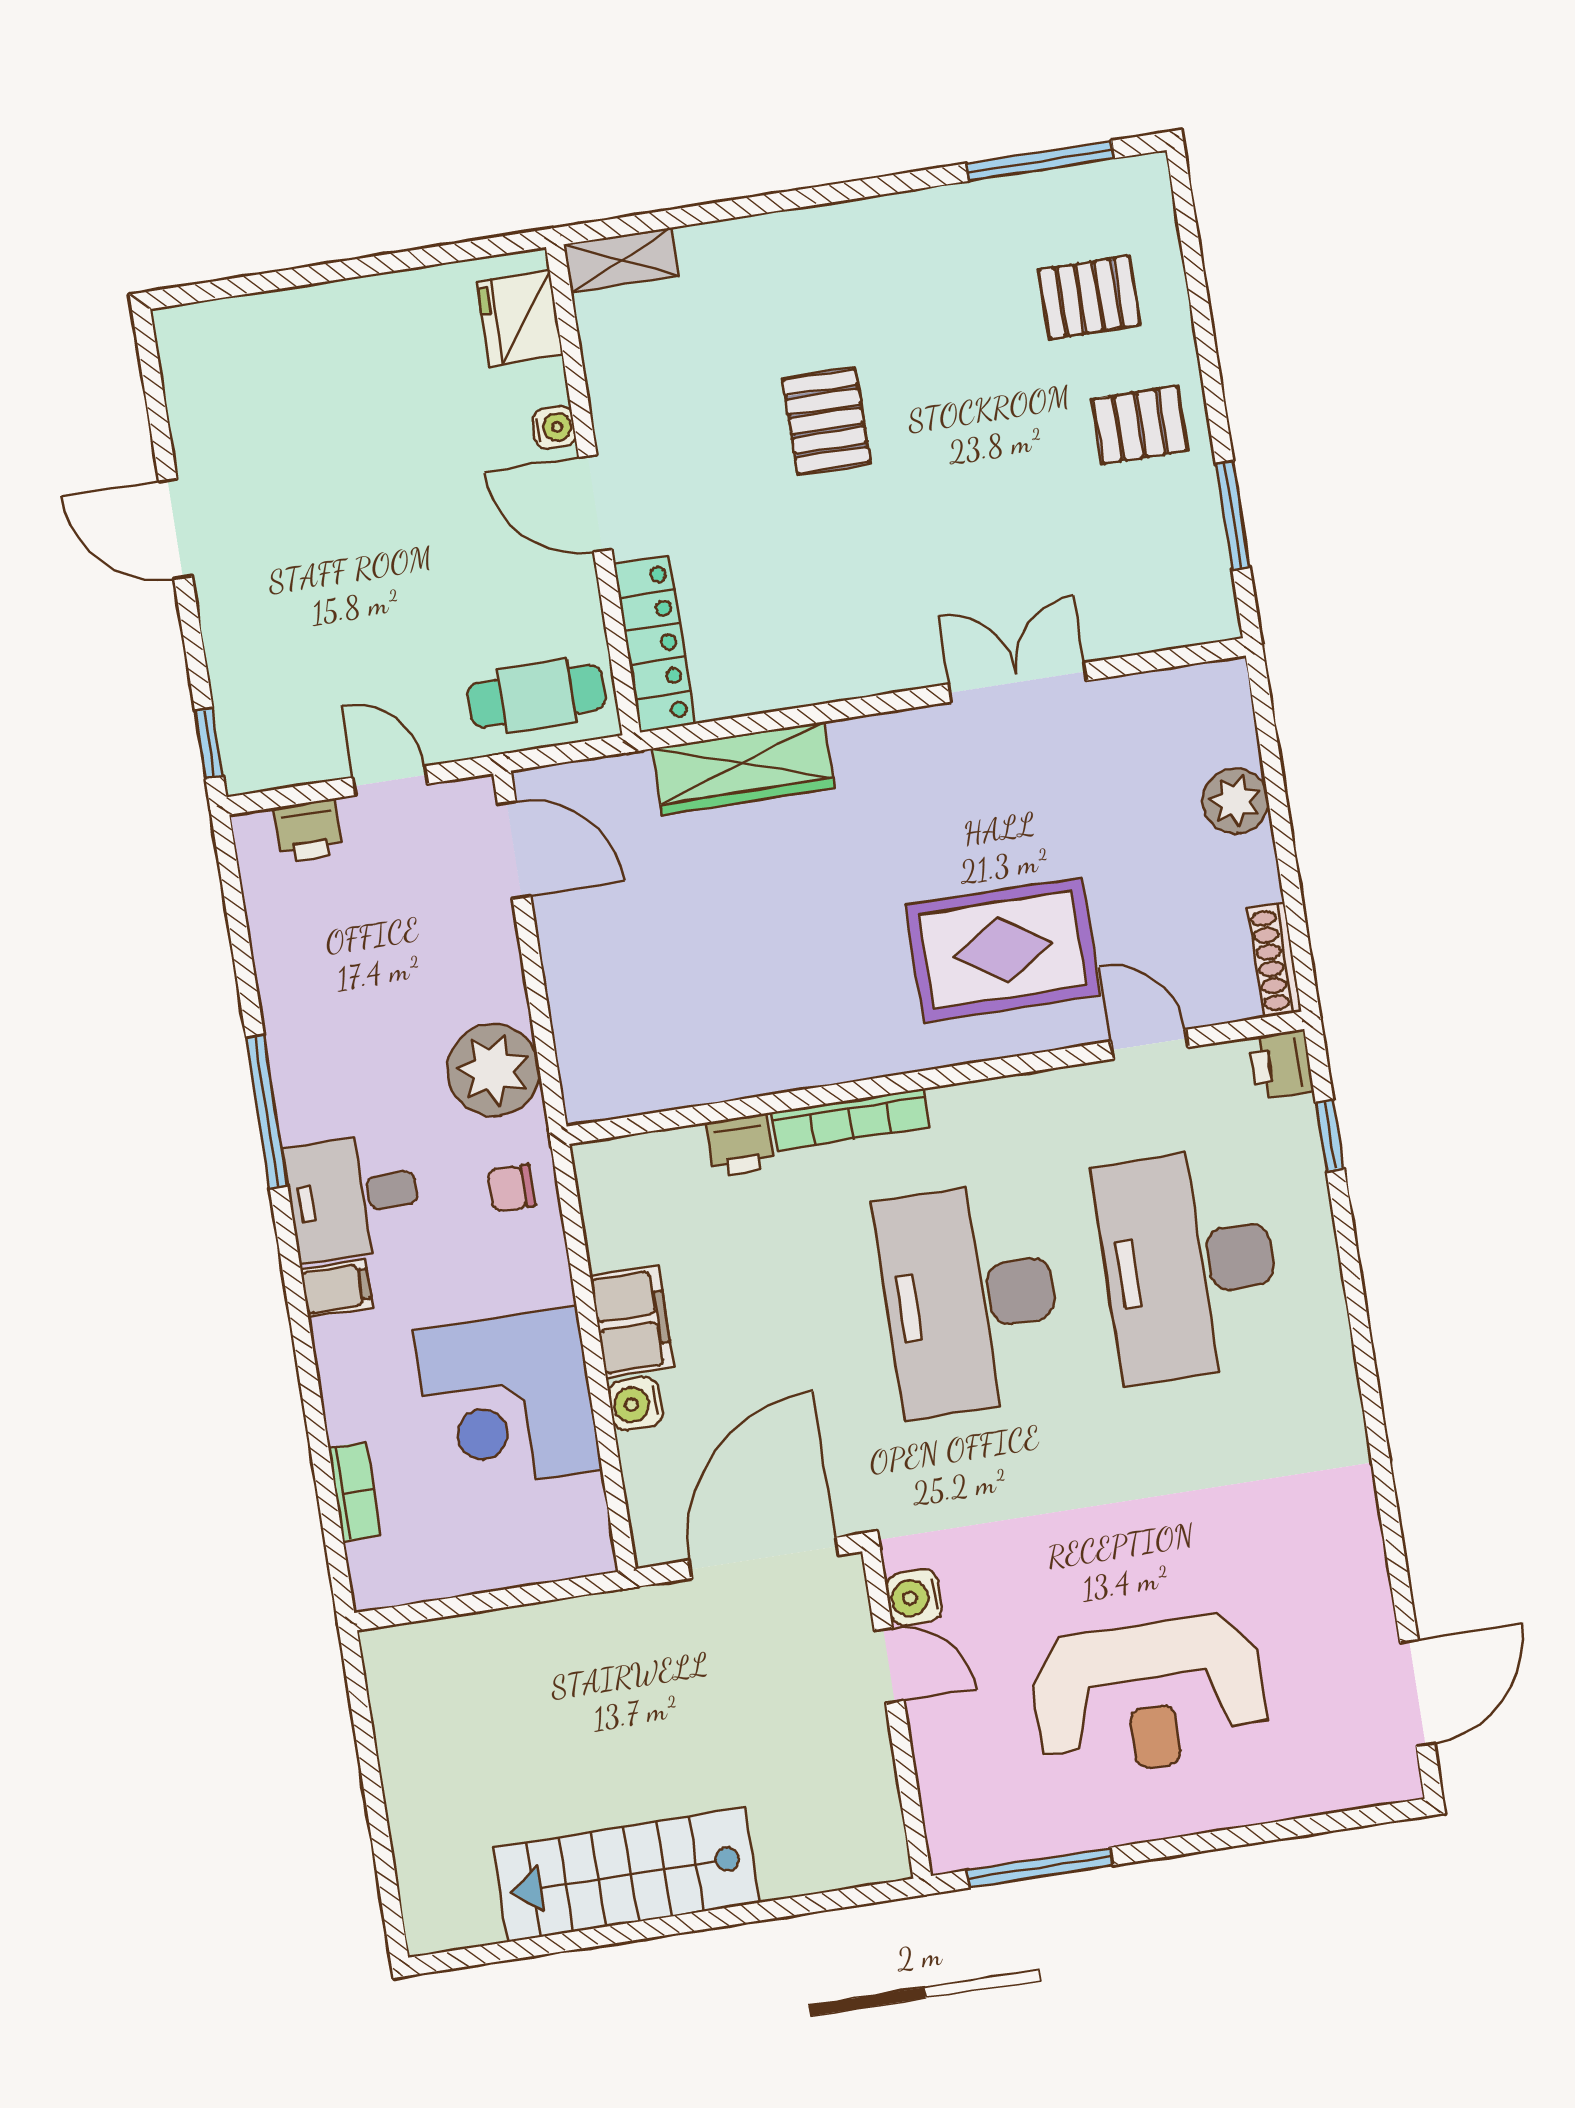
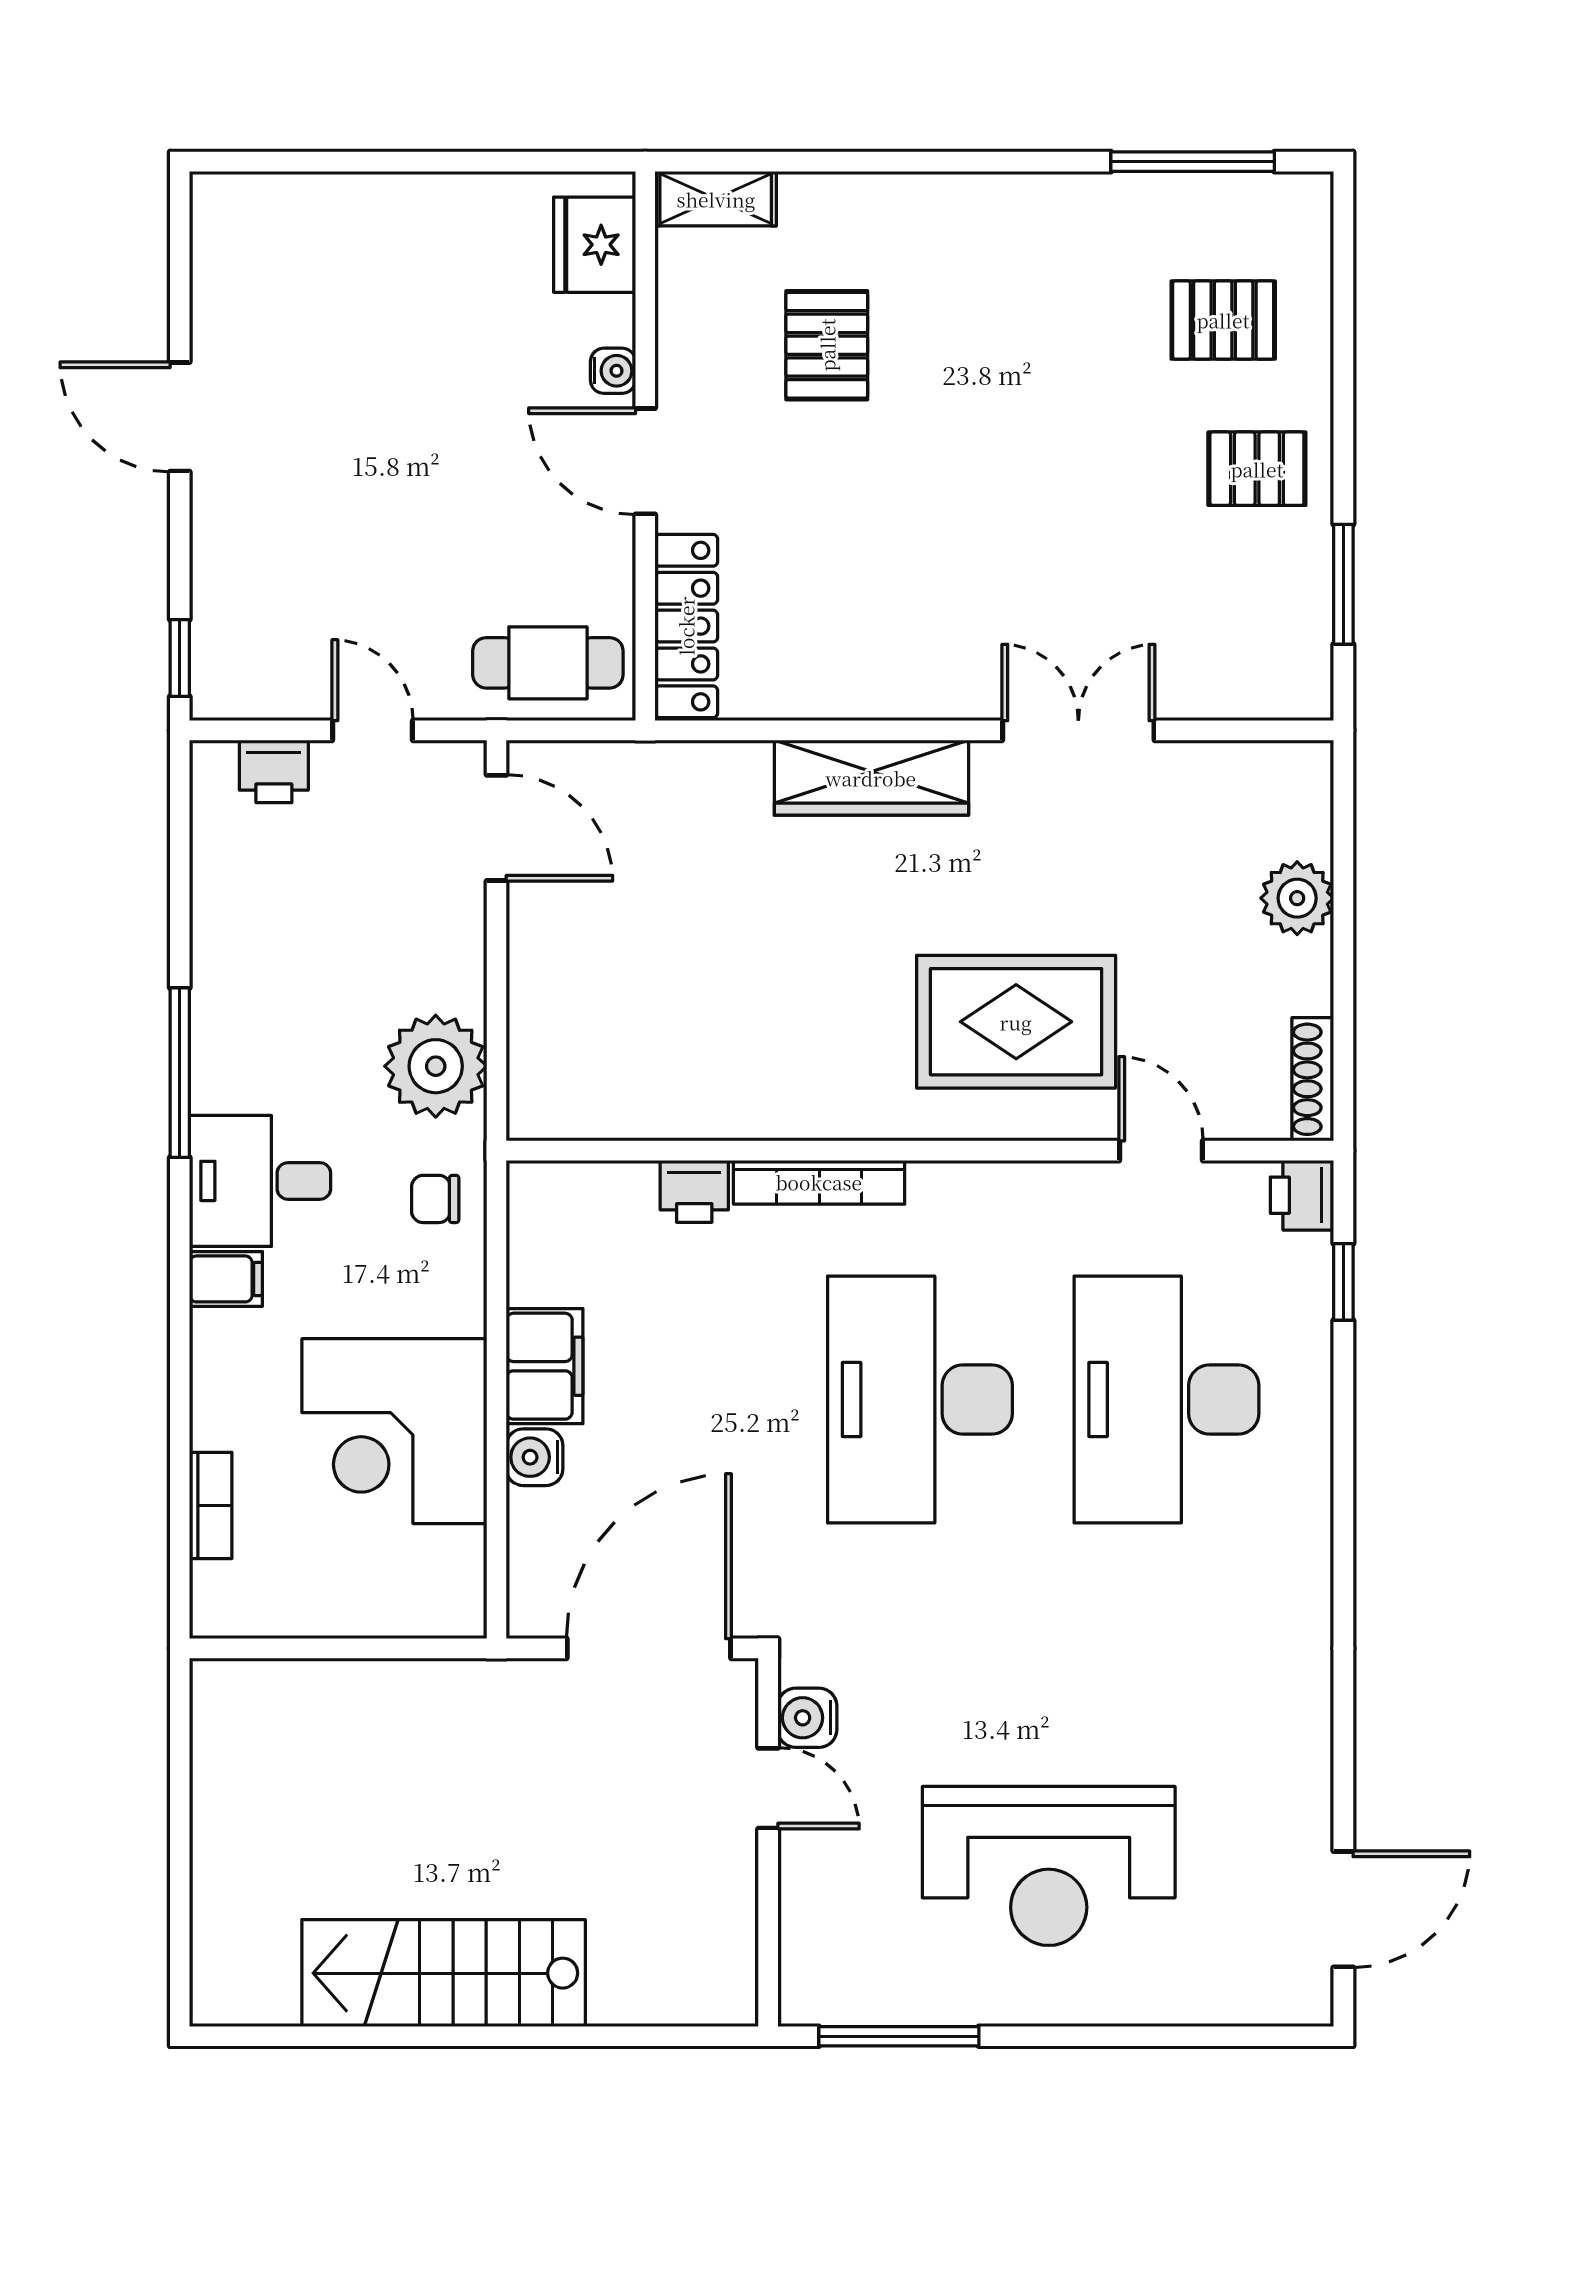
pallet: (826, 421) -> (827, 345), moved
wardrobe: (743, 768) -> (871, 778), moved

